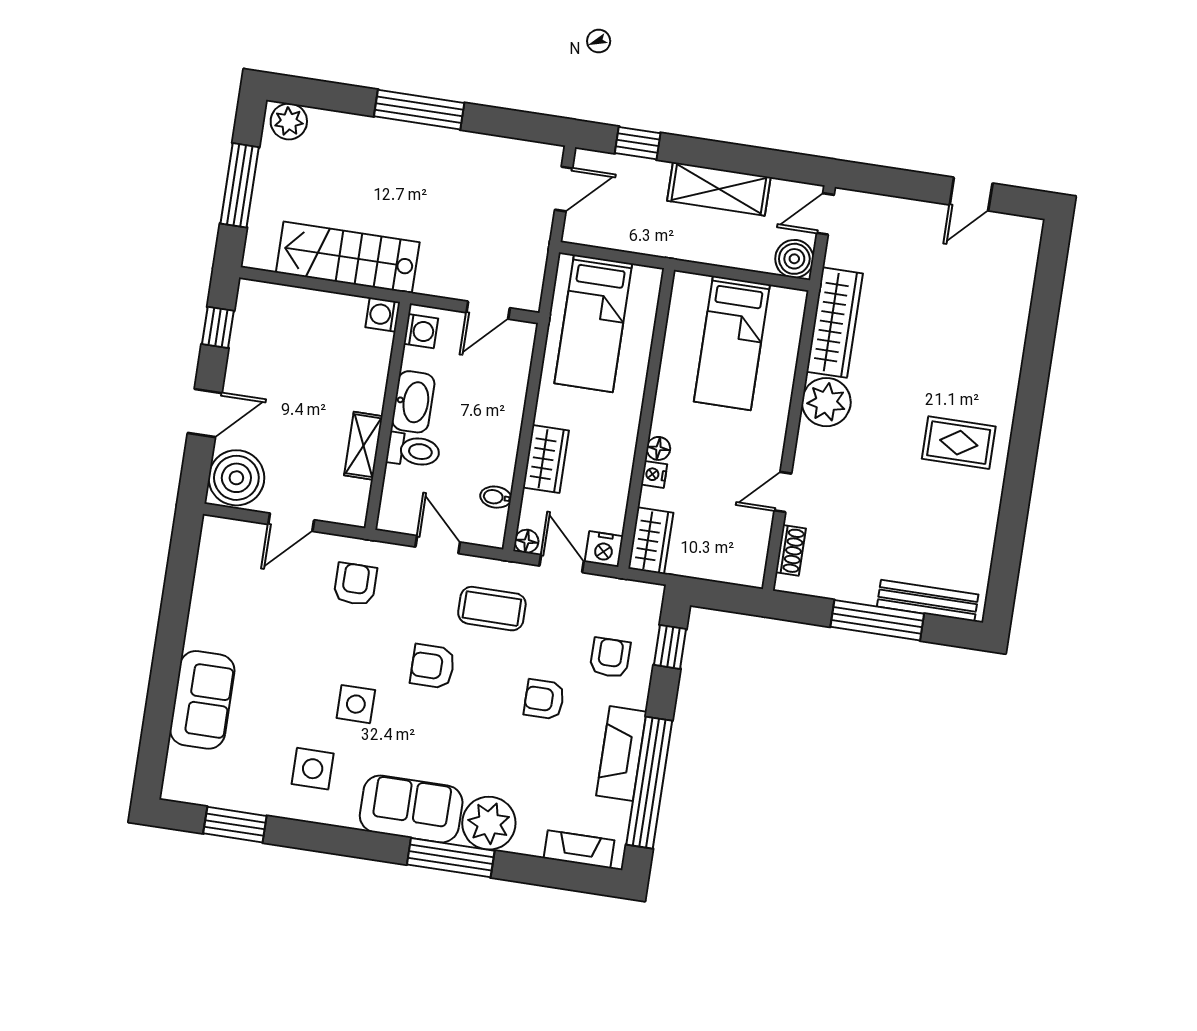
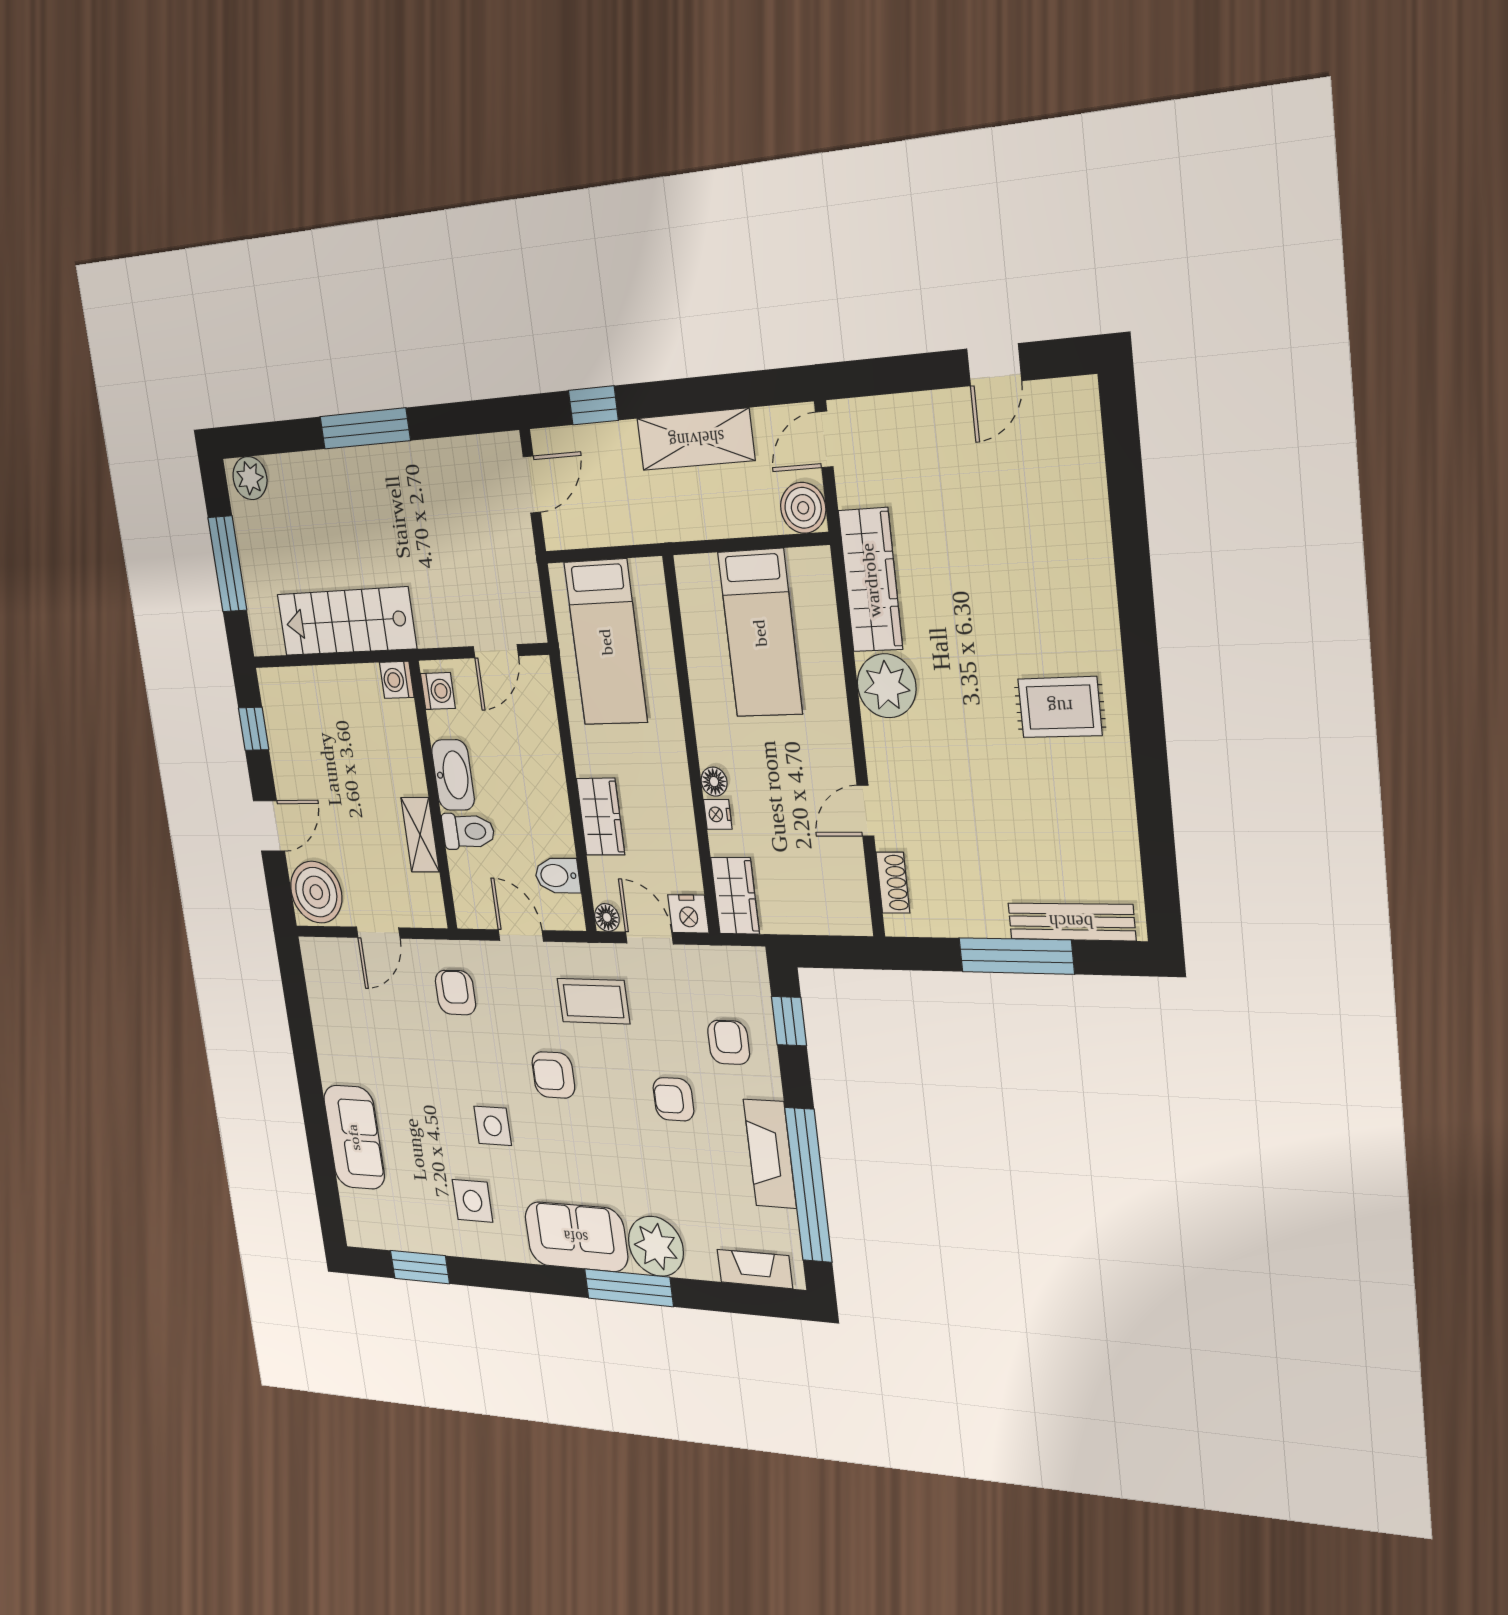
bidet: (496, 497) -> (557, 876), width x1.38, depth x1.36

